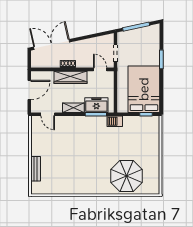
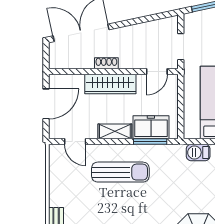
door: (100, 69) -> (157, 72), swing flipped
barbecue: (115, 121) -> (198, 152), moved
sun lounger: (77, 134) -> (120, 172), added

